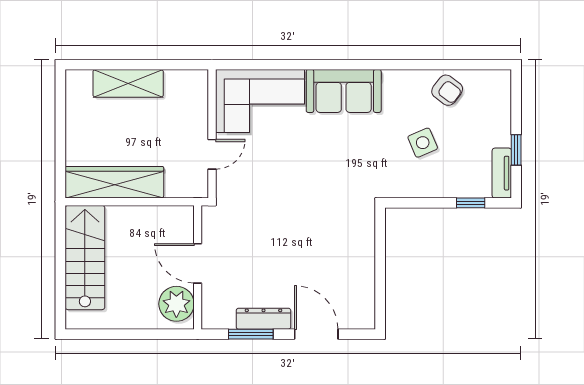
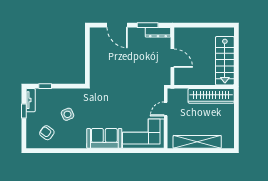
shelving: (128, 83) -> (197, 142), width x1.47
armchair: (447, 90) -> (47, 133), moved
plant: (176, 304) -> (182, 39), removed
dresser: (263, 319) -> (158, 32), moved

